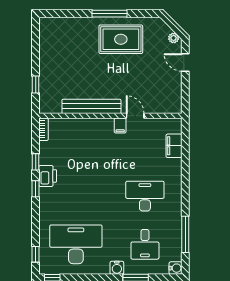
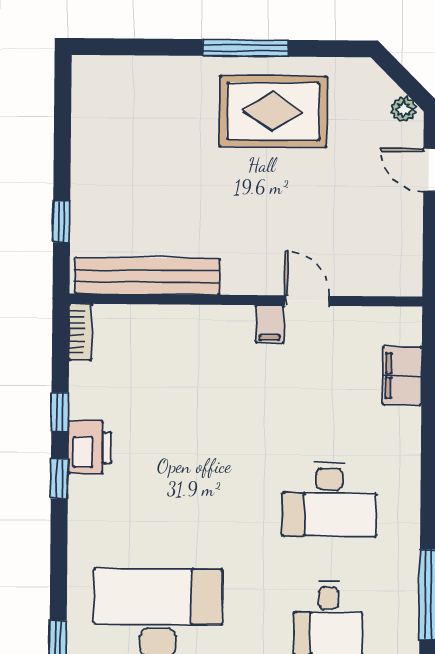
bench: (91, 106) -> (147, 276), moved
desk: (145, 196) -> (329, 499), turned 180

